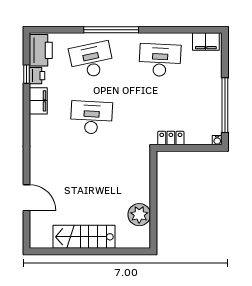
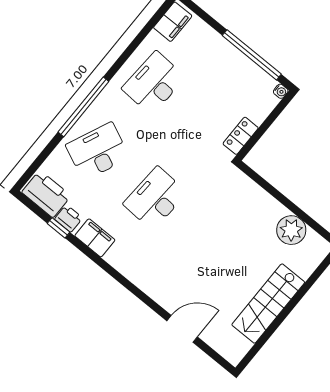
desk: (91, 60) -> (98, 151), turned 36

